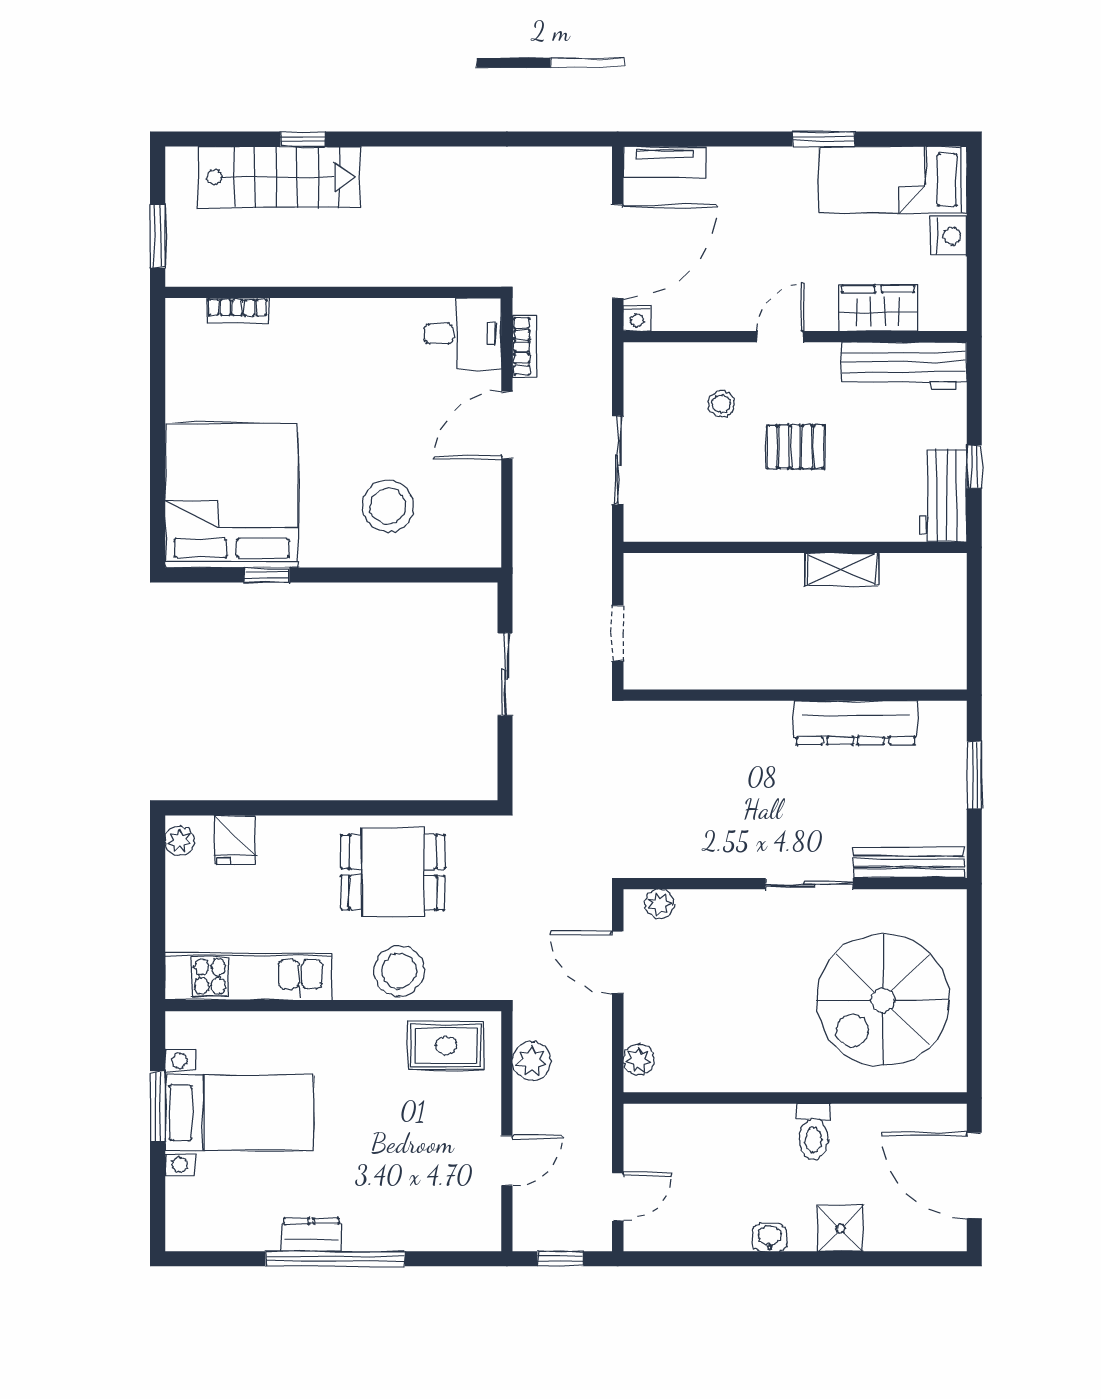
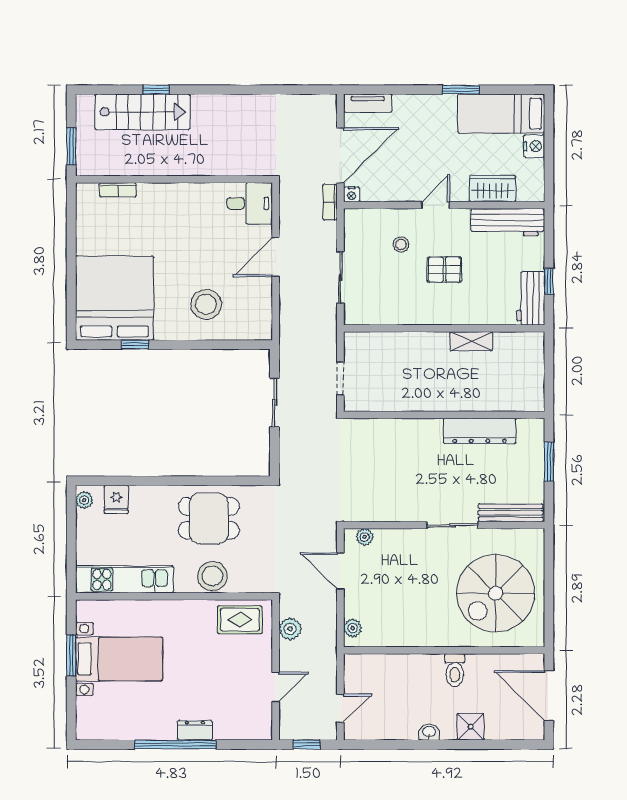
bookcase: (525, 347) -> (330, 202), moved, turned 180
dresser: (311, 1235) -> (195, 730), moved

